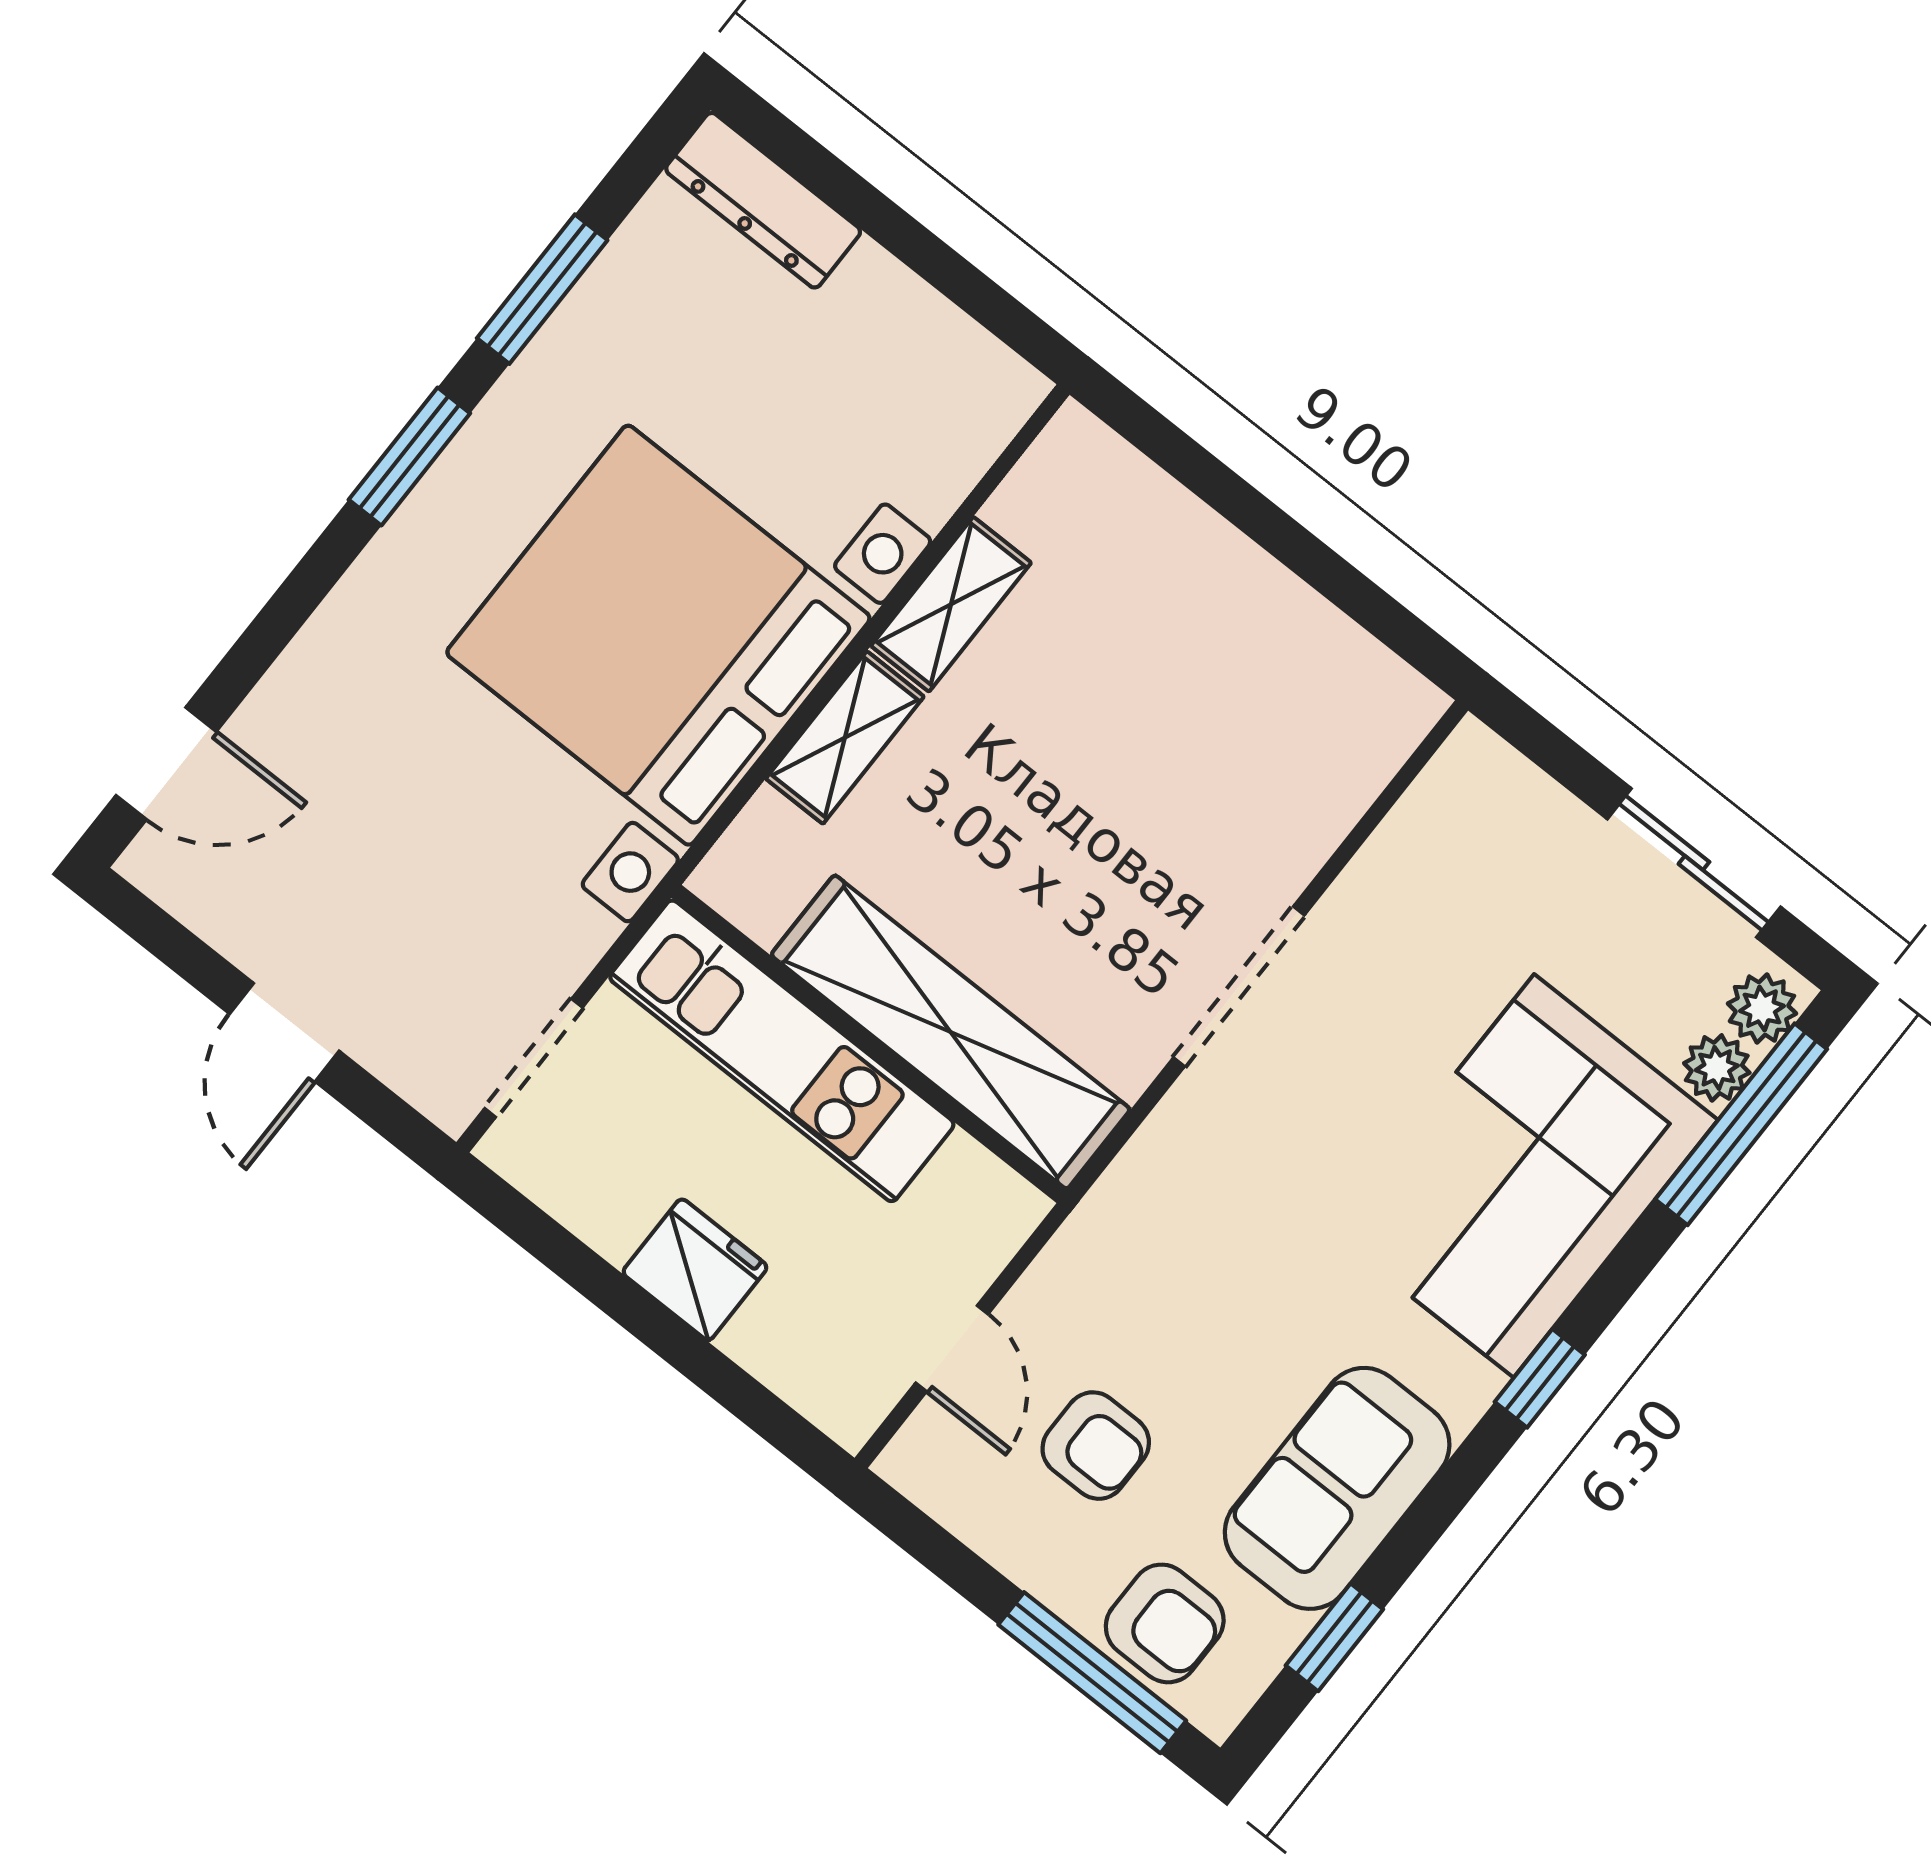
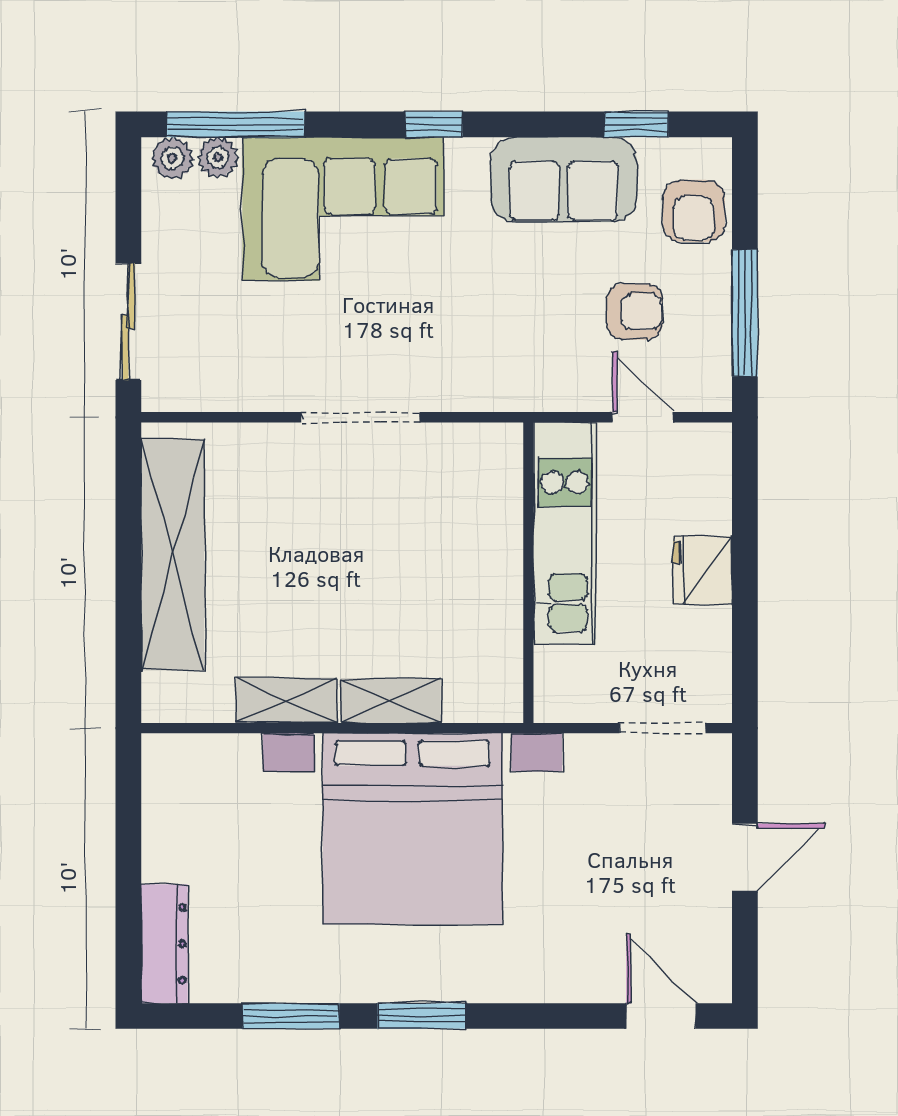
sliding door: (1694, 863) -> (128, 322), moved
shelving: (951, 1032) -> (173, 555), moved
kitchen unit: (782, 1051) -> (565, 534), moved
door: (952, 1349) -> (643, 417), hinge flipped
armchair: (1096, 1446) -> (635, 312), turned 90
armchair: (1165, 1623) -> (694, 211), turned 180
window: (1092, 1673) -> (745, 313), moved

